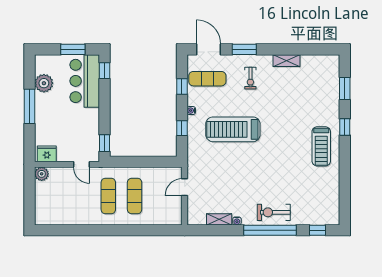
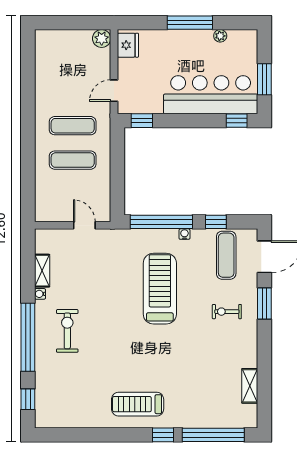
shelving: (286, 61) -> (250, 386), moved
bar counter: (85, 81) -> (211, 95), width x1.36
plant: (44, 83) -> (220, 36), width x0.53, depth x0.53
window: (345, 89) -> (213, 435), width x2.11
window: (182, 128) -> (161, 222), width x3.17
exercise bike: (274, 212) -> (67, 331), moved

